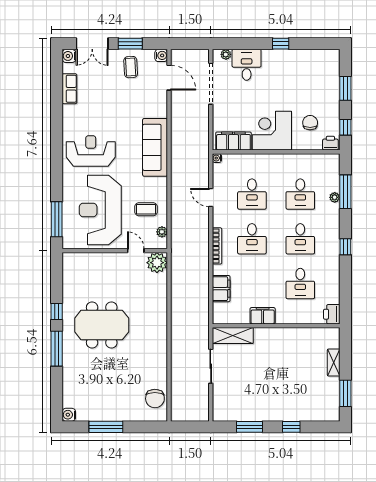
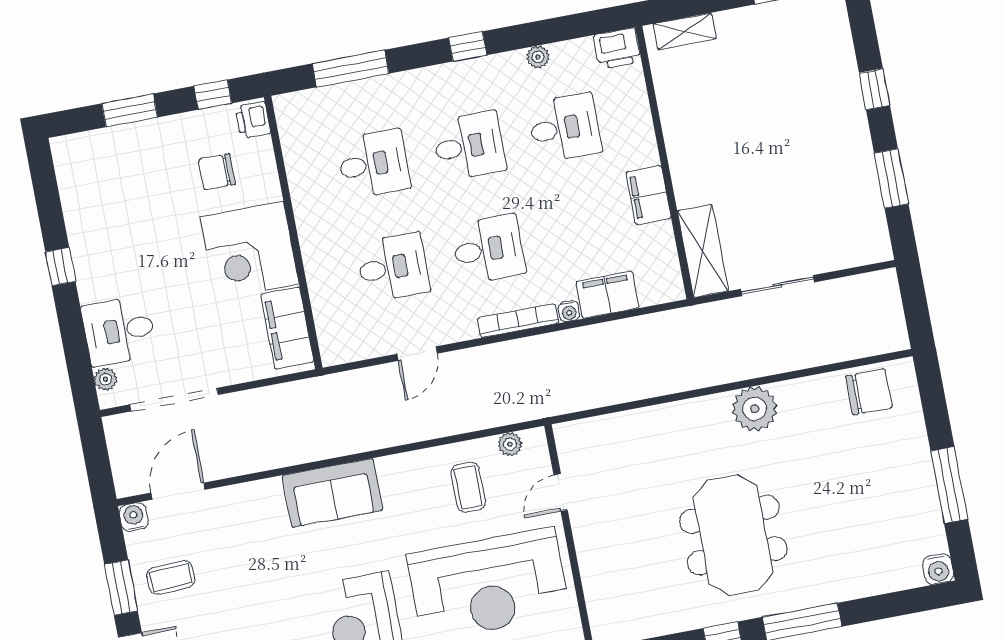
sofa: (155, 147) -> (332, 493), width x0.73
water cooler: (217, 158) -> (569, 311), moved
plant: (335, 197) -> (538, 57), moved
plant: (157, 263) -> (755, 409), moved
shelving: (334, 363) -> (685, 31), moved

